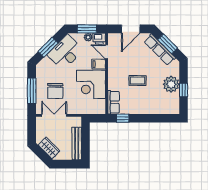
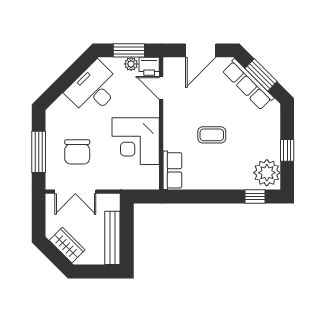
window: (48, 47) -> (65, 80), removed
filing cabinet: (99, 64) -> (148, 108), removed
plant: (171, 84) -> (267, 173), moved
double door: (54, 115) -> (75, 192), swing flipped
window: (123, 118) -> (255, 196), moved

